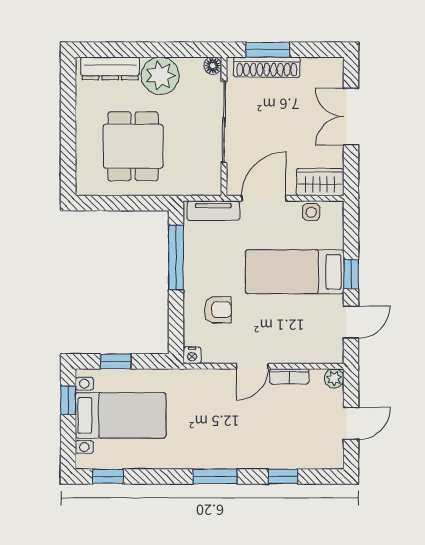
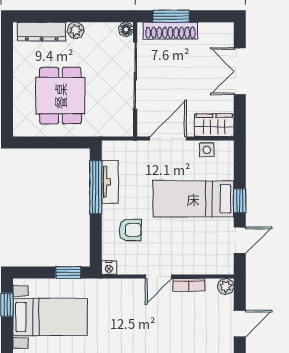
plant: (160, 76) -> (76, 30), width x0.53, depth x0.53
tv unit: (213, 211) -> (110, 182), moved, turned -90
window: (116, 361) -> (68, 273), moved

